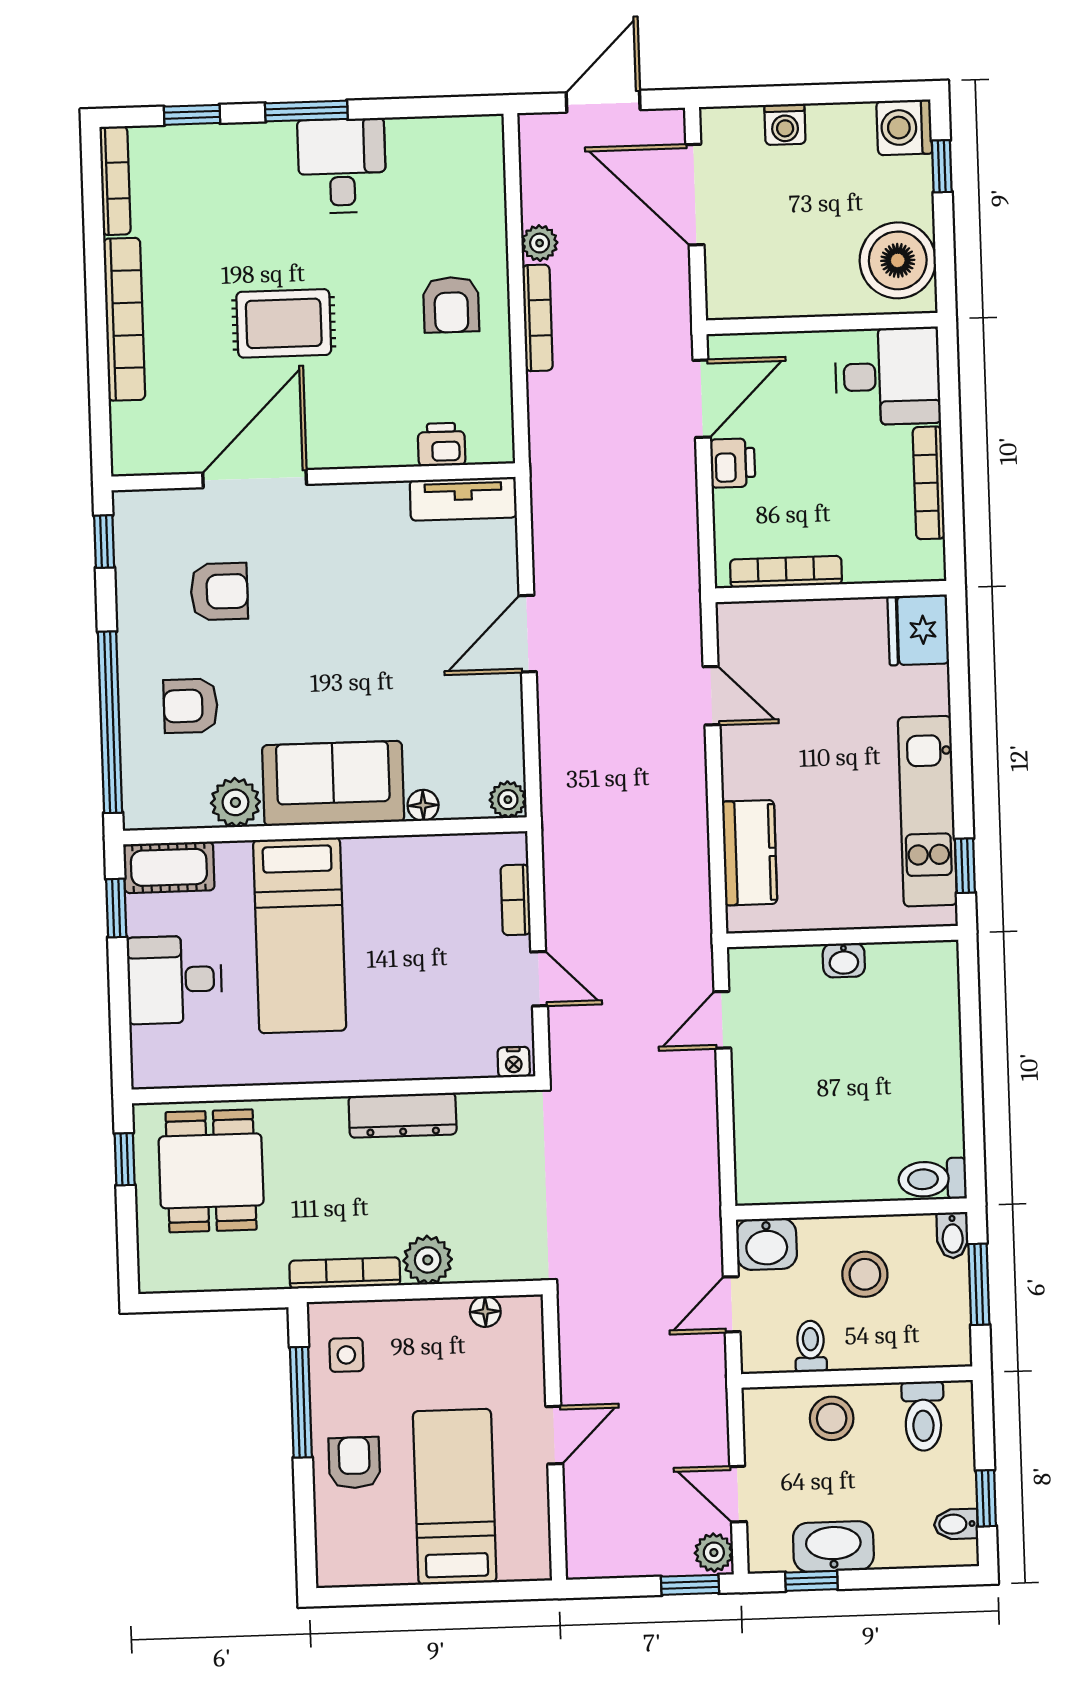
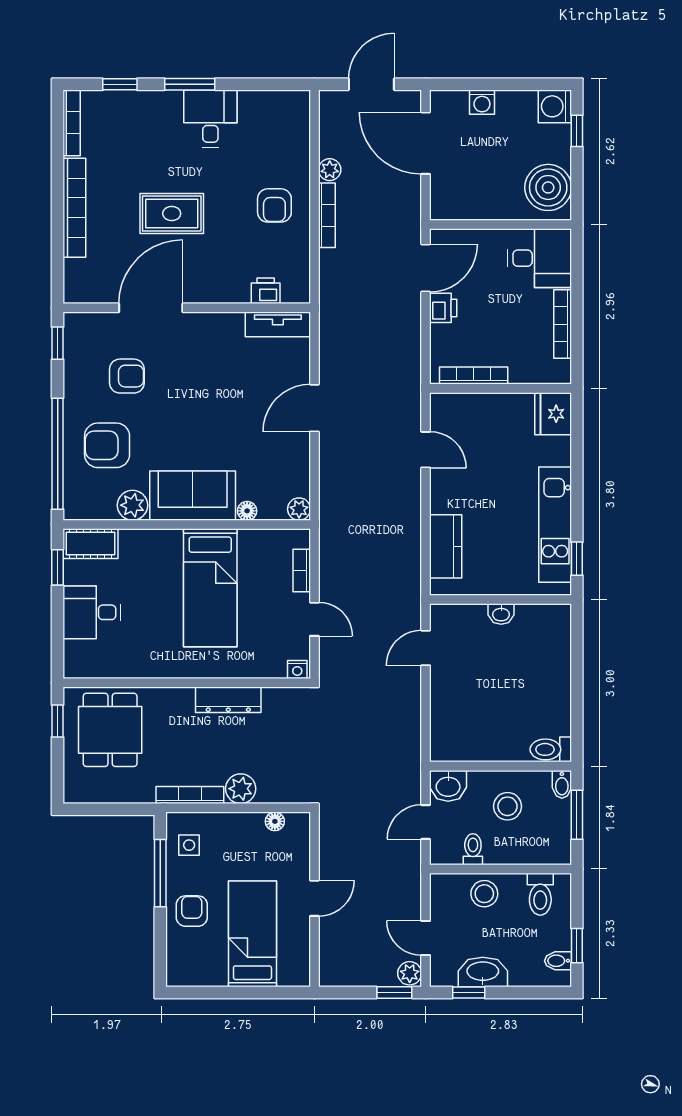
armchair: (191, 706) -> (107, 445), width x1.38, depth x1.38
bed: (300, 935) -> (210, 588), moved

